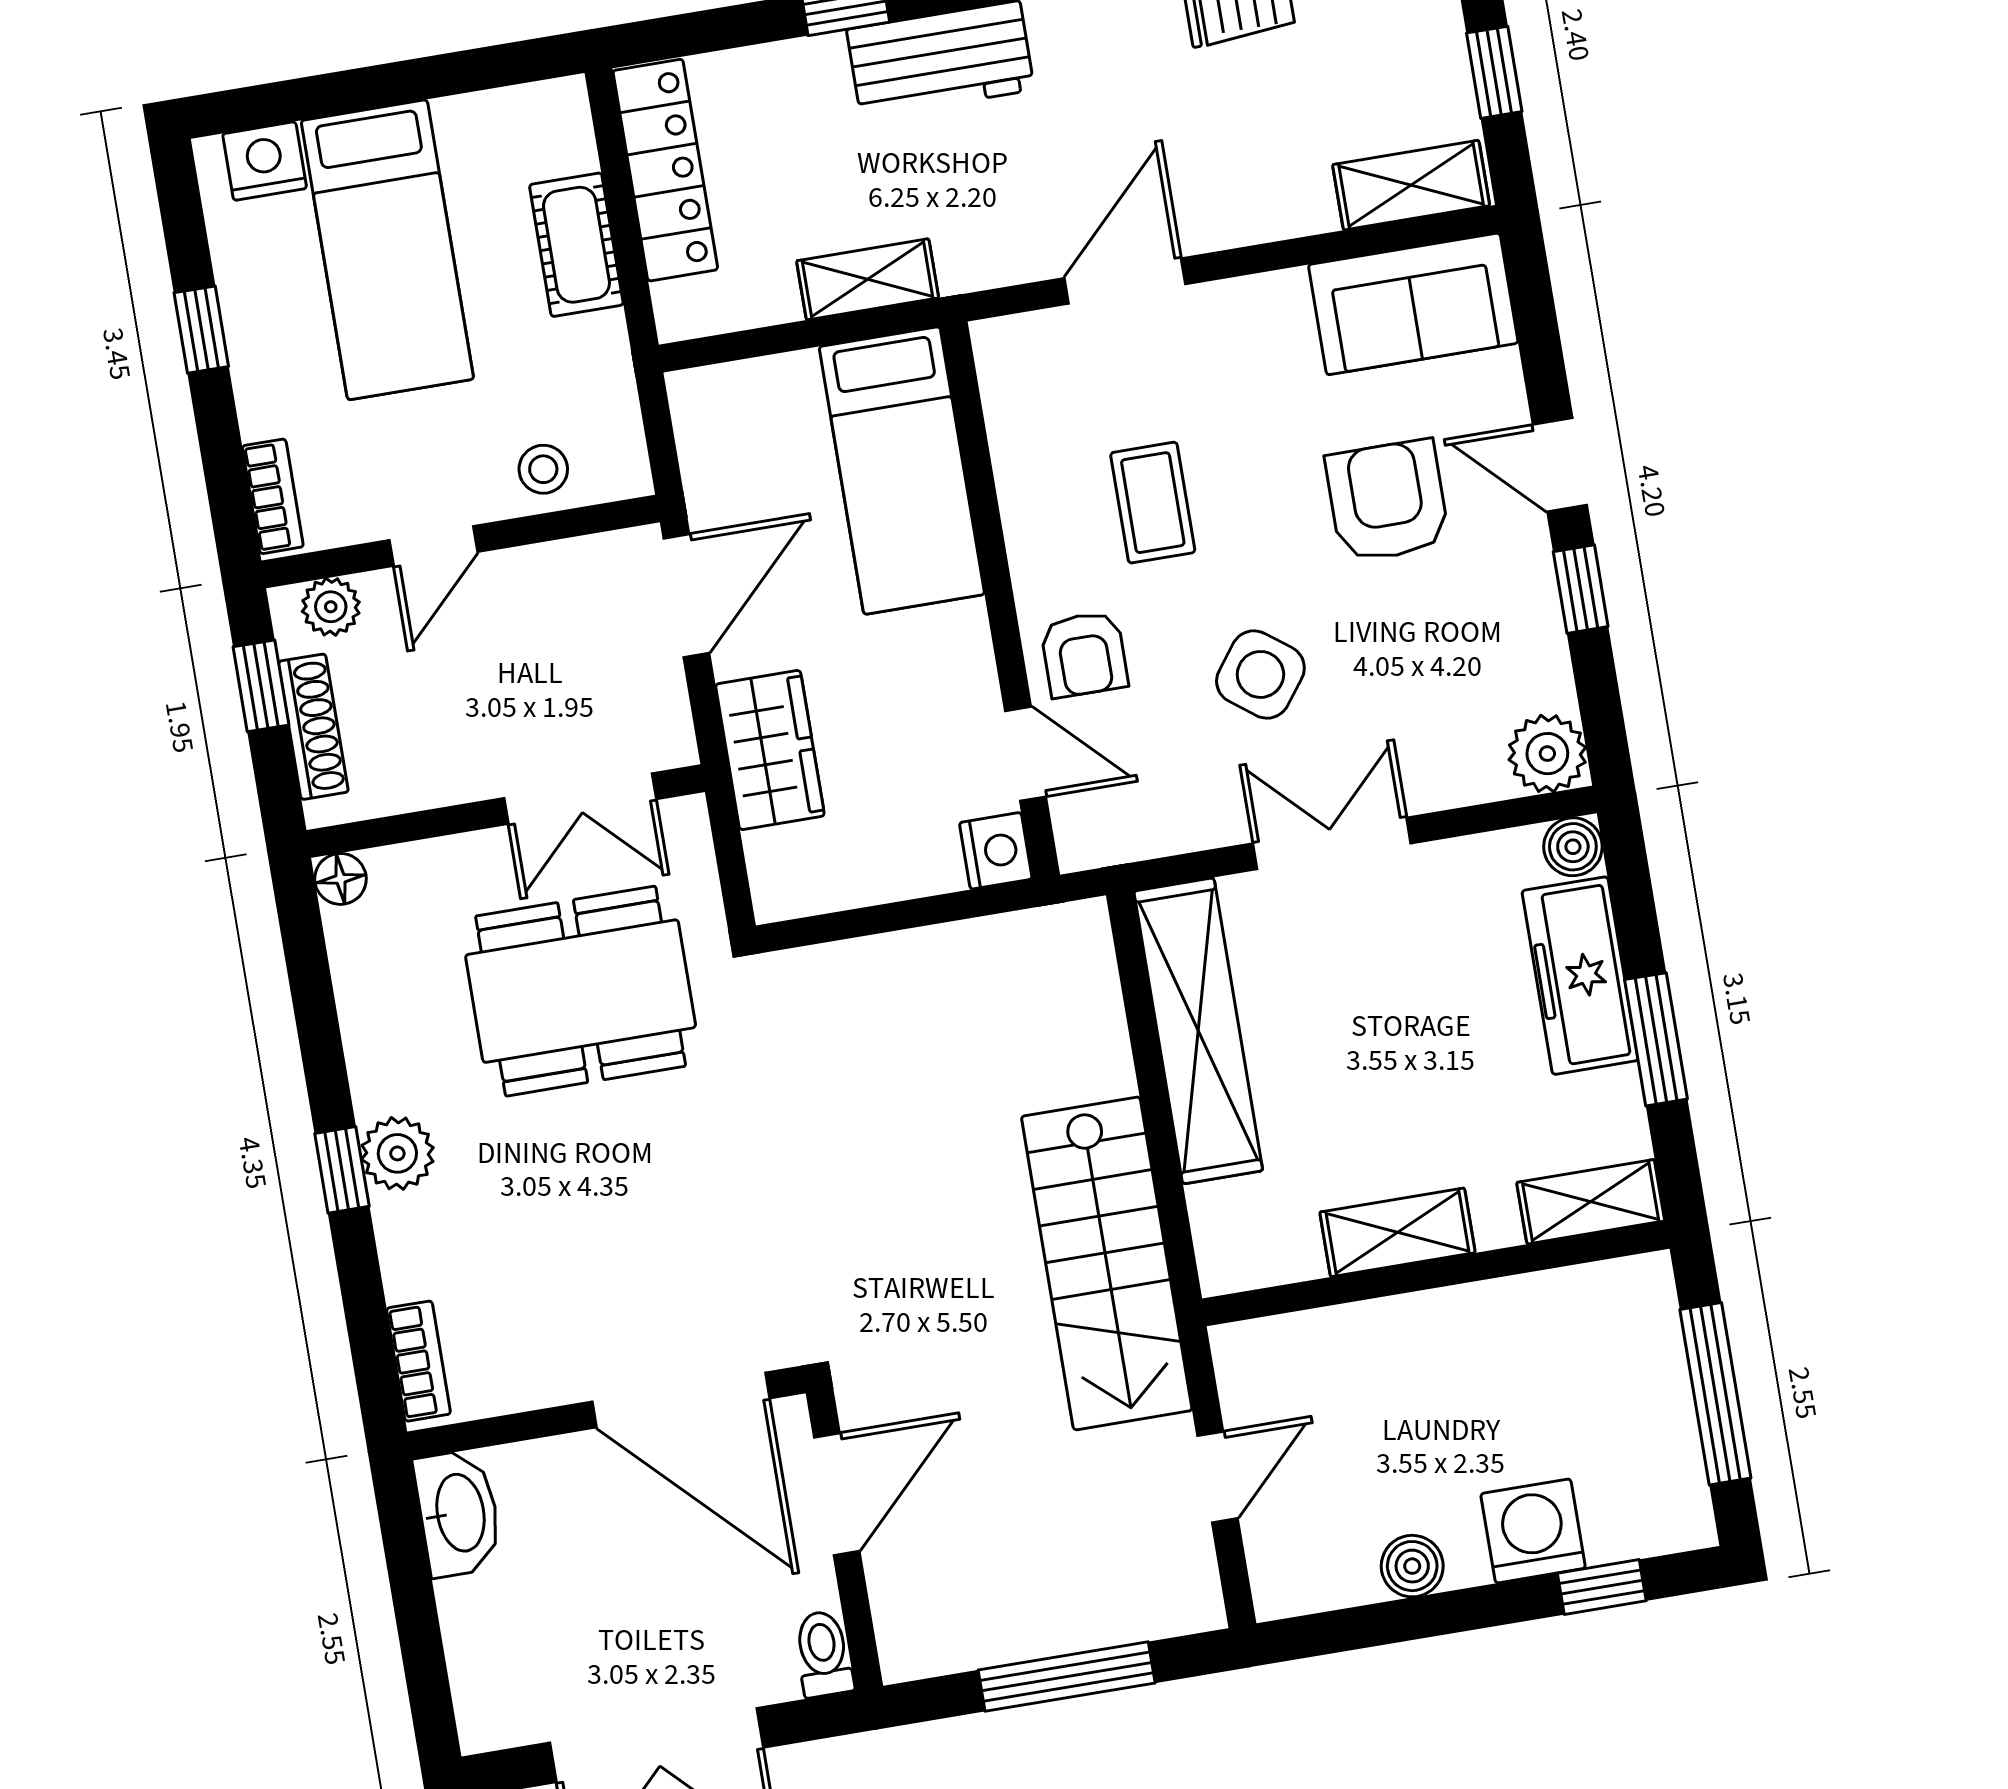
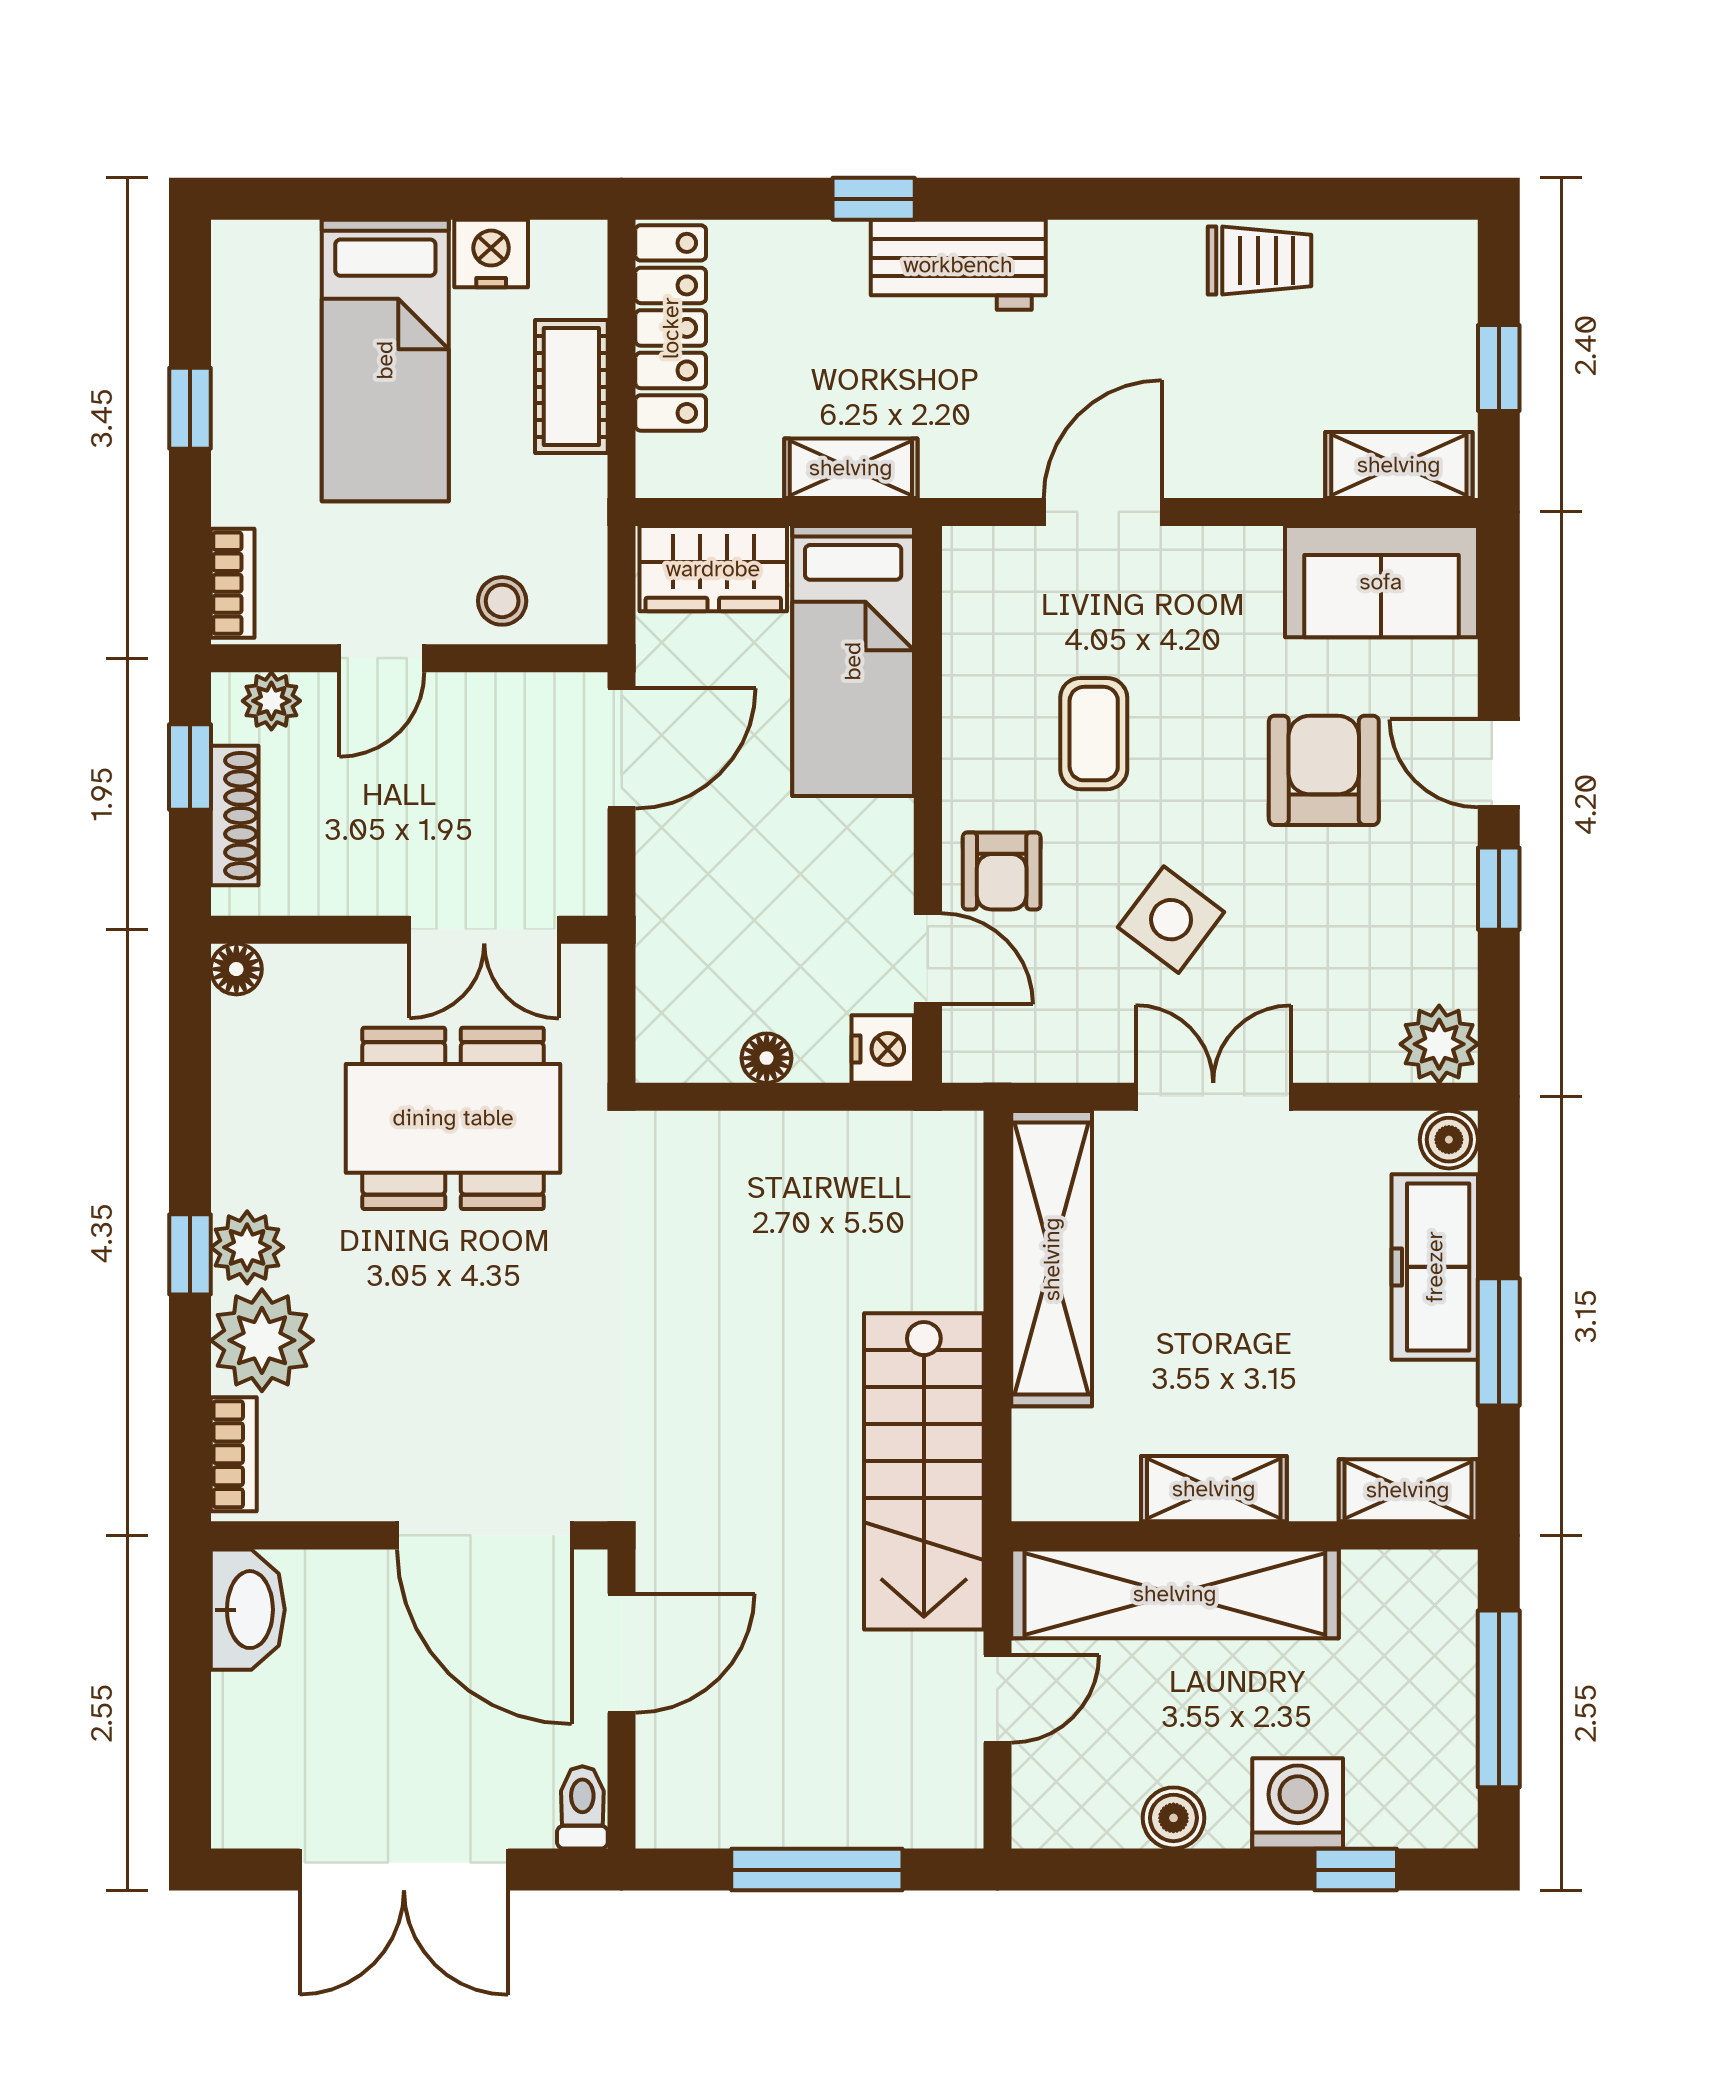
nightstand: (265, 161) -> (491, 253), moved
wardrobe: (770, 750) -> (713, 569), moved, turned 90
floor lamp: (882, 879) -> (767, 1058), added
plant: (428, 1243) -> (262, 1340), added
shelving: (1376, 1343) -> (1175, 1594), added

